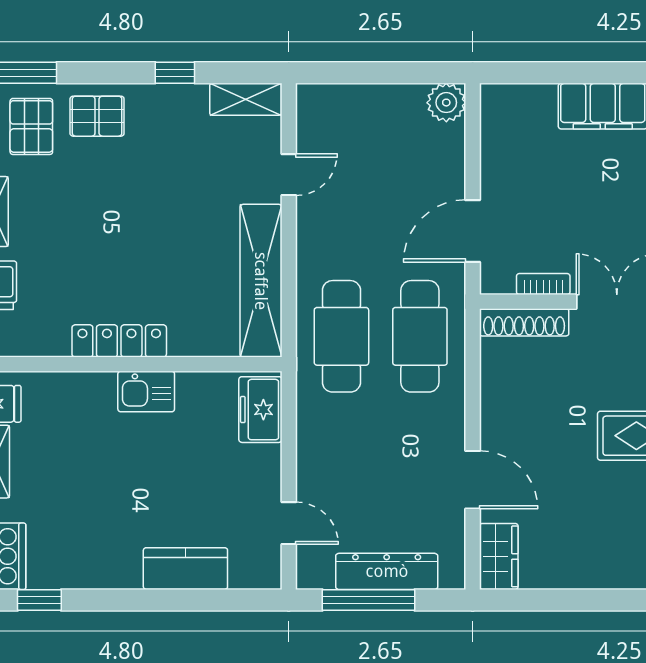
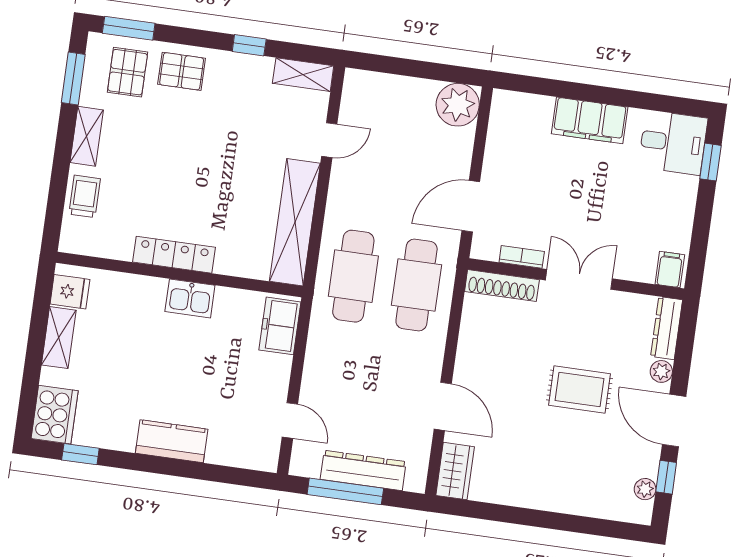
plant: (446, 103) -> (458, 105), width x1.36, depth x1.36
kitchen counter: (185, 569) -> (172, 441), moved

